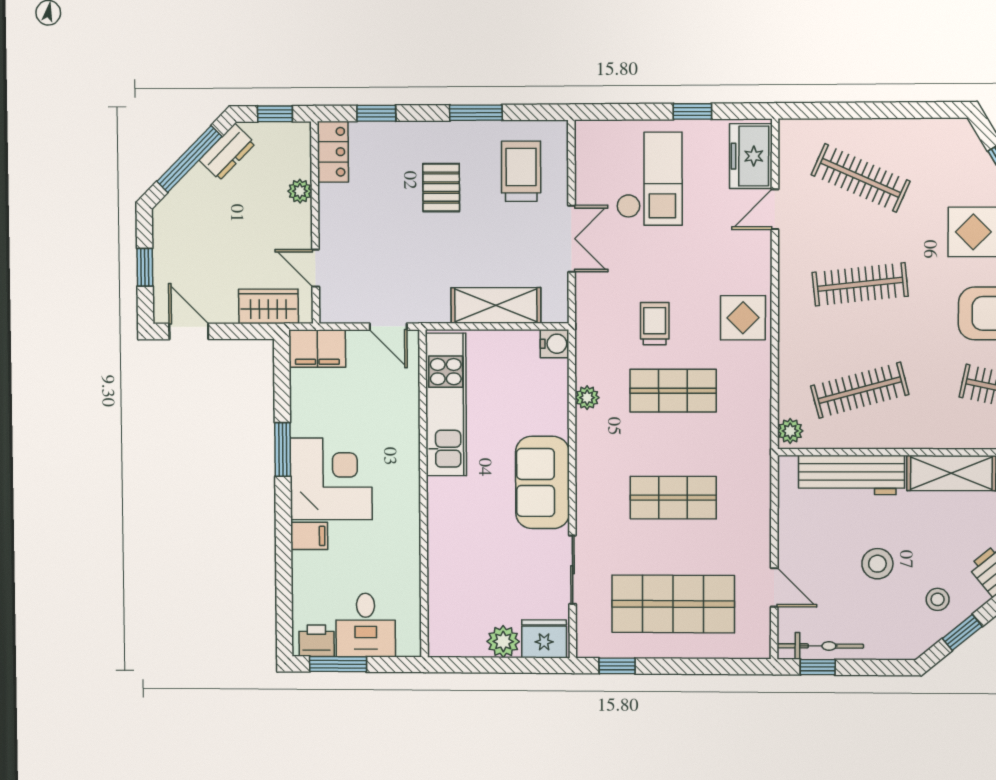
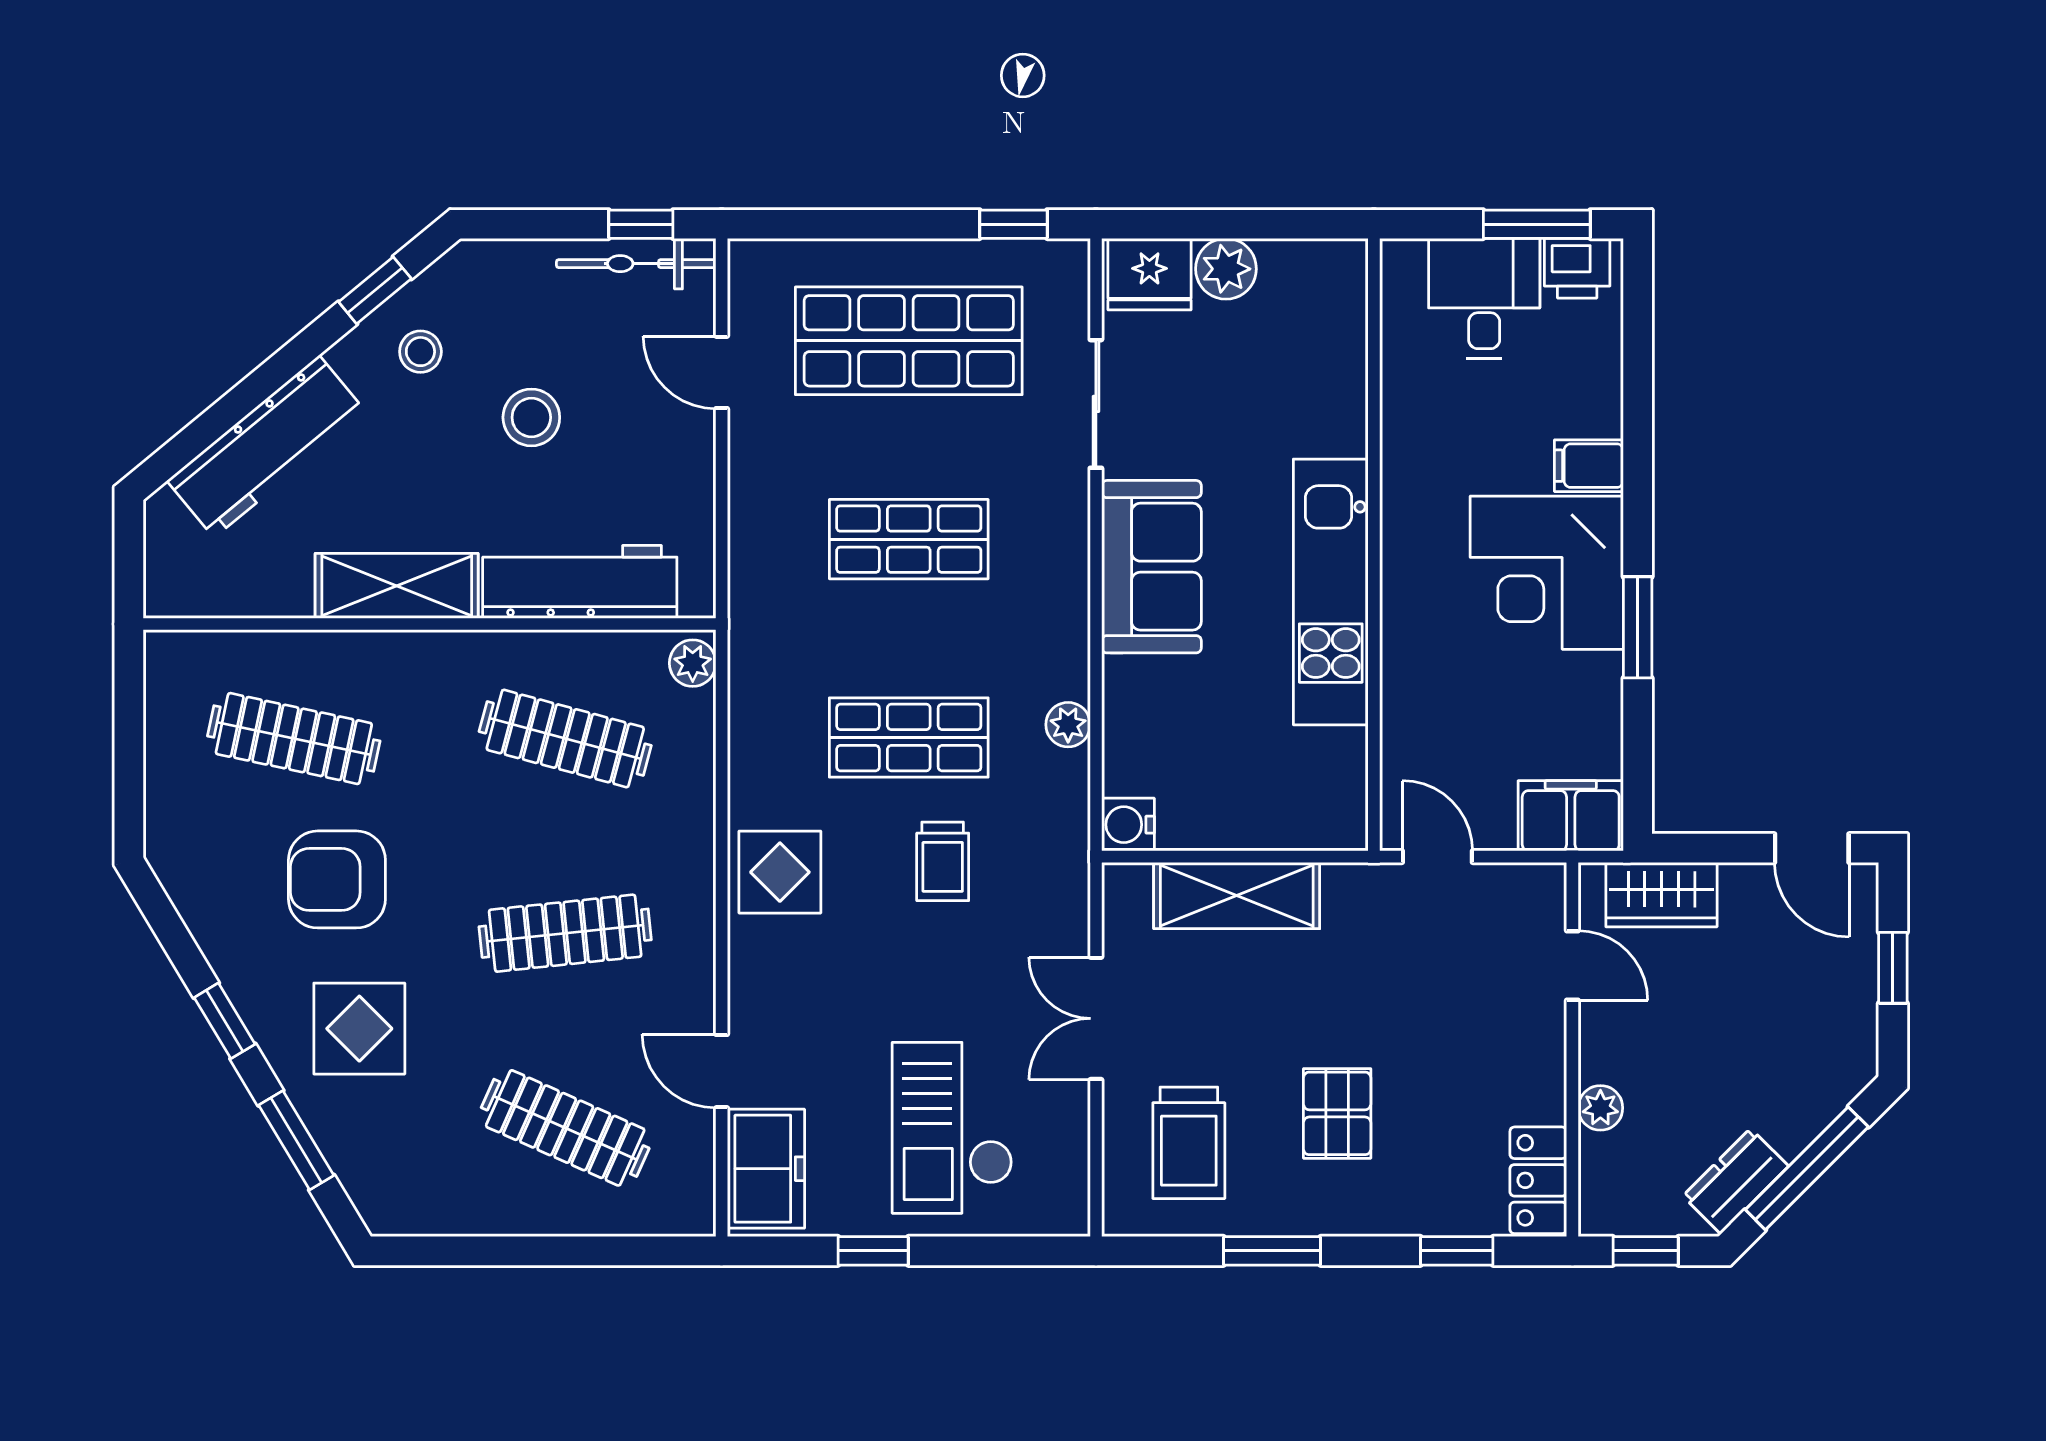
door: (775, 209) -> (722, 1071), swing flipped
clothes rail: (860, 390) -> (565, 739), turned 30
kitchen unit: (446, 405) -> (1331, 592), moved

